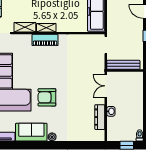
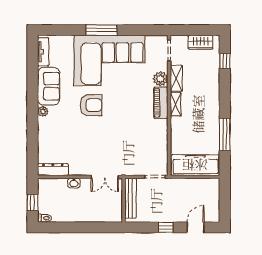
plant: (25, 40) -> (160, 79), added
double door: (106, 86) -> (105, 177), swing flipped
armchair: (47, 97) -> (91, 105), turned 90
dresser: (100, 117) -> (53, 170), moved

